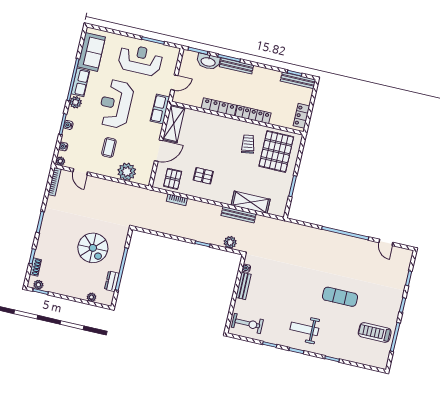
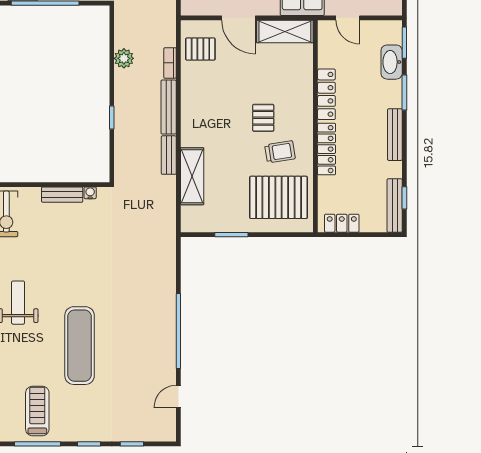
bench: (237, 66) -> (395, 135), moved
pallet: (203, 176) -> (263, 118), moved
bench: (204, 207) -> (169, 107), added
bench: (238, 215) -> (169, 155), width x0.73
plant: (230, 242) -> (124, 58), moved
exercise mat: (340, 297) -> (80, 346), width x1.36, depth x1.45

